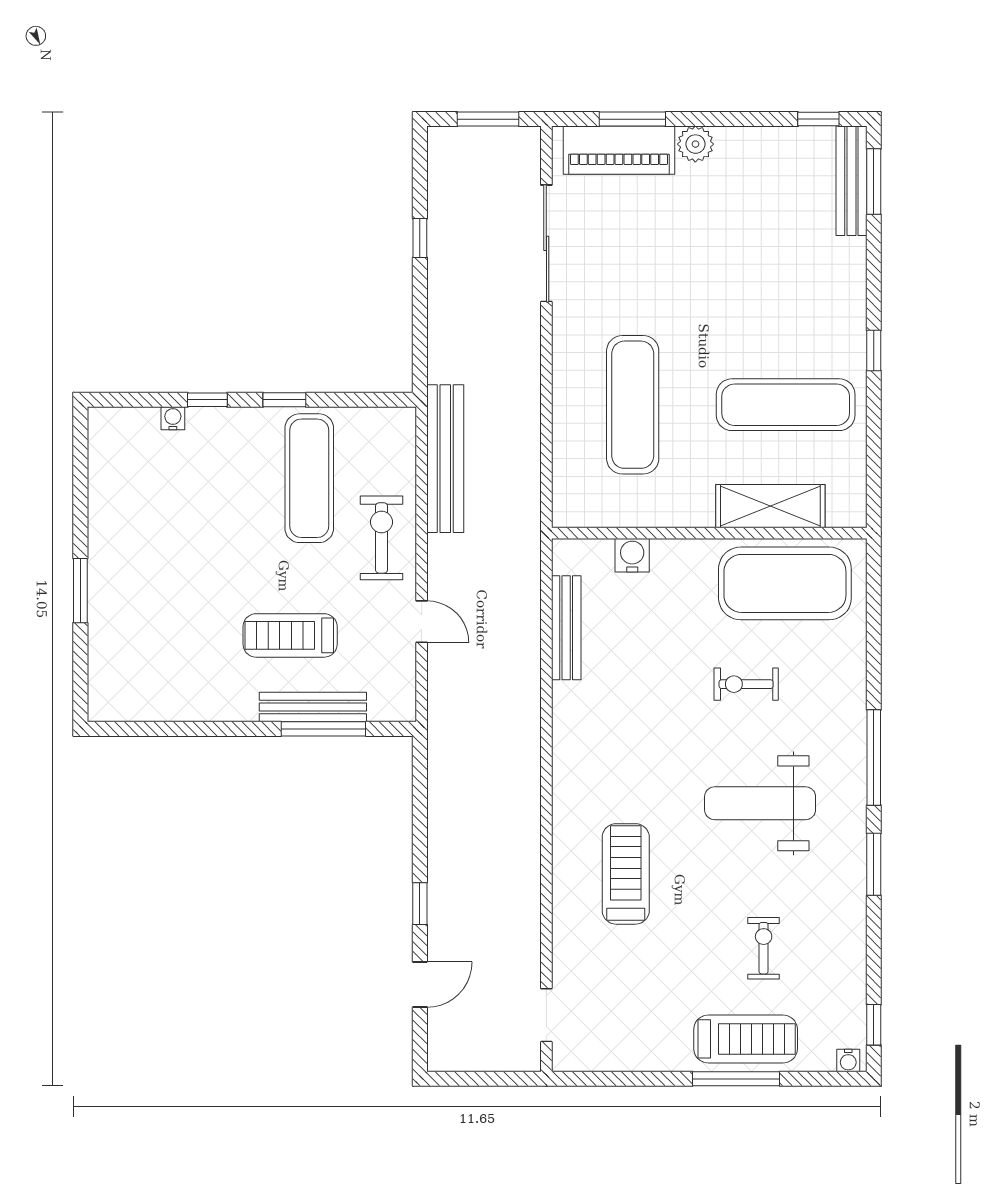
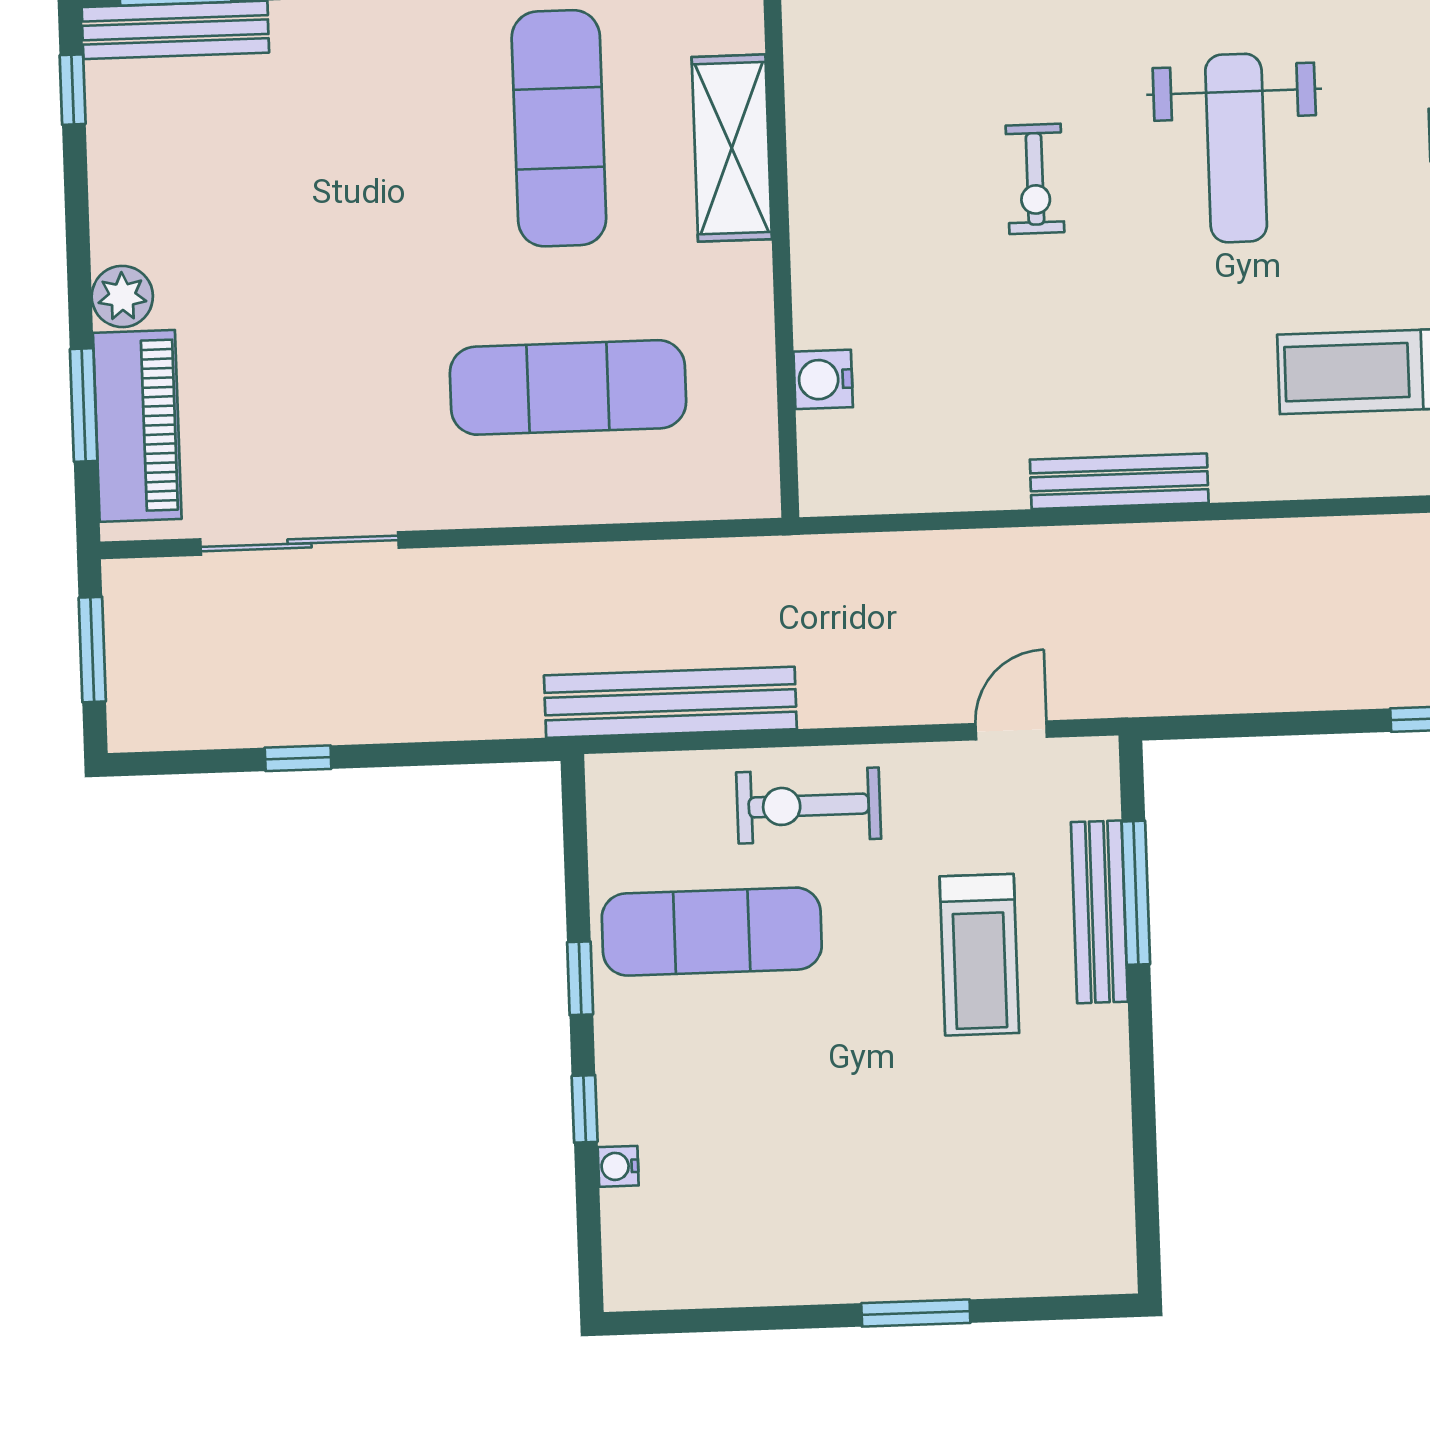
exercise mat: (785, 583) -> (862, 119), removed
door: (422, 622) -> (1011, 730), moved
bench: (566, 628) -> (1119, 481), moved

